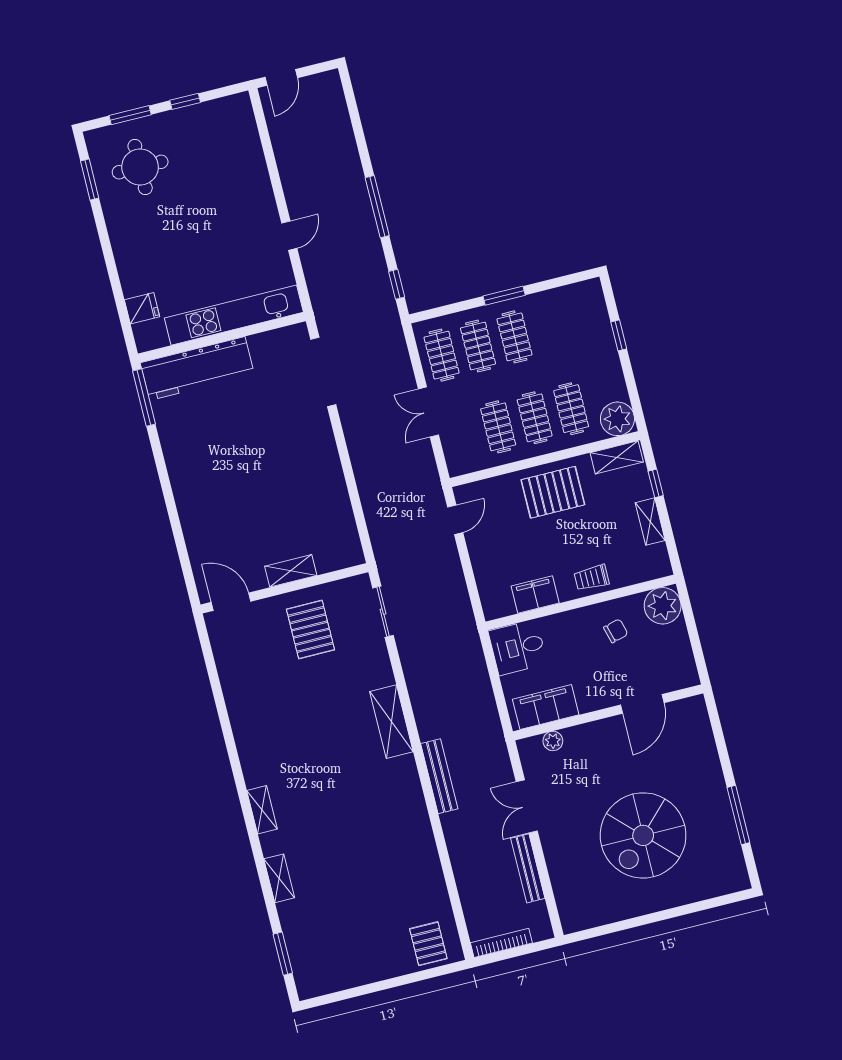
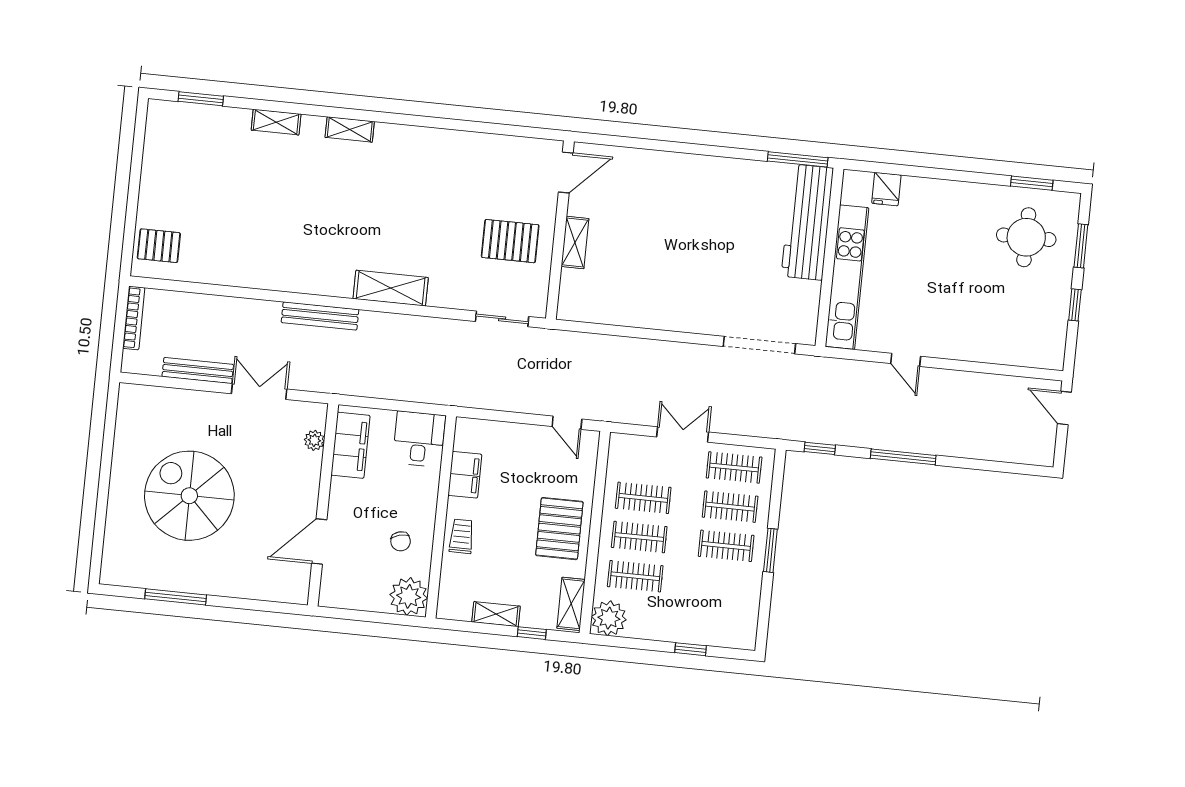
door: (642, 704) -> (319, 542), hinge flipped

